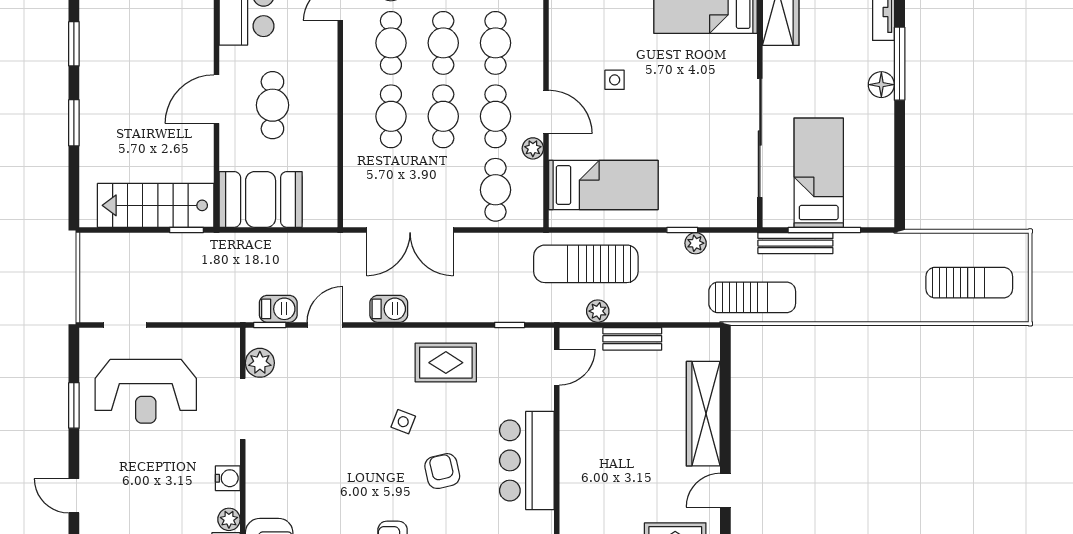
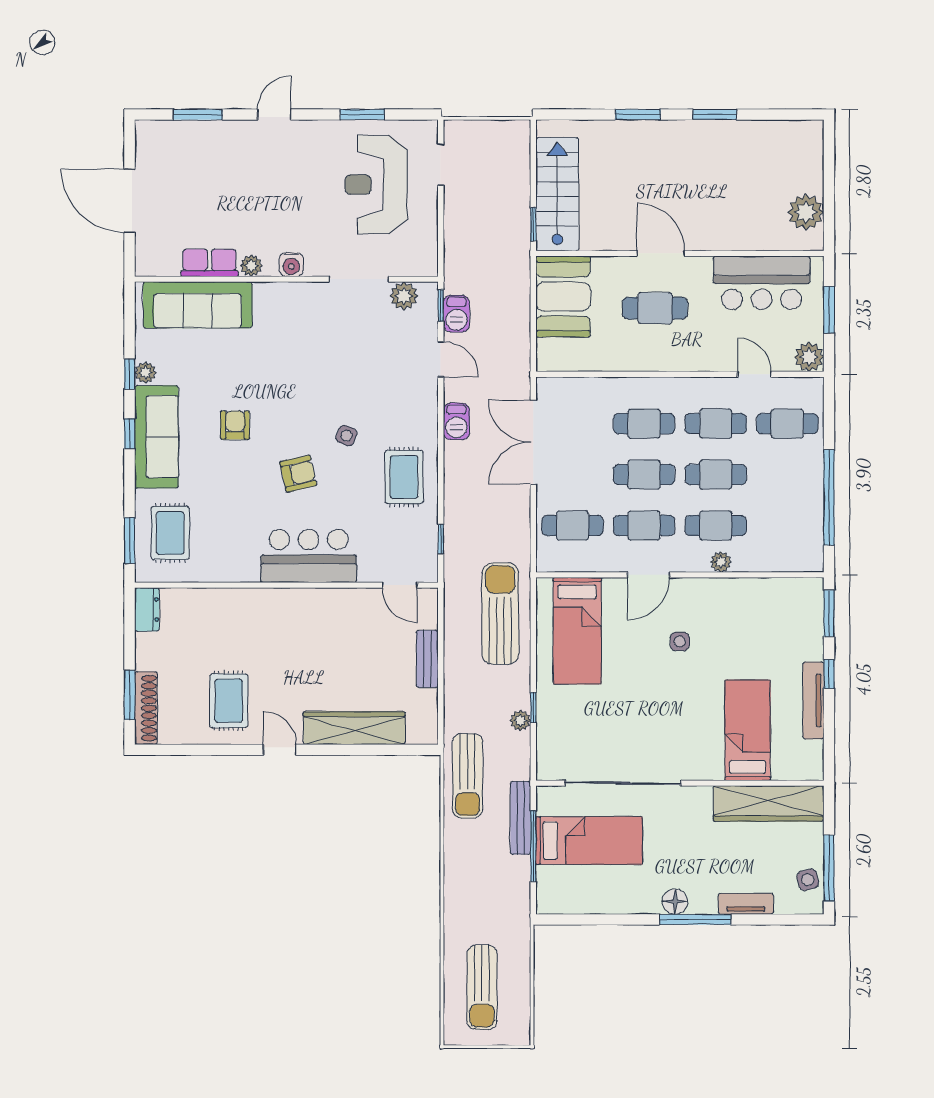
plant: (533, 148) -> (721, 562), moved
plant: (598, 311) -> (454, 625), removed

